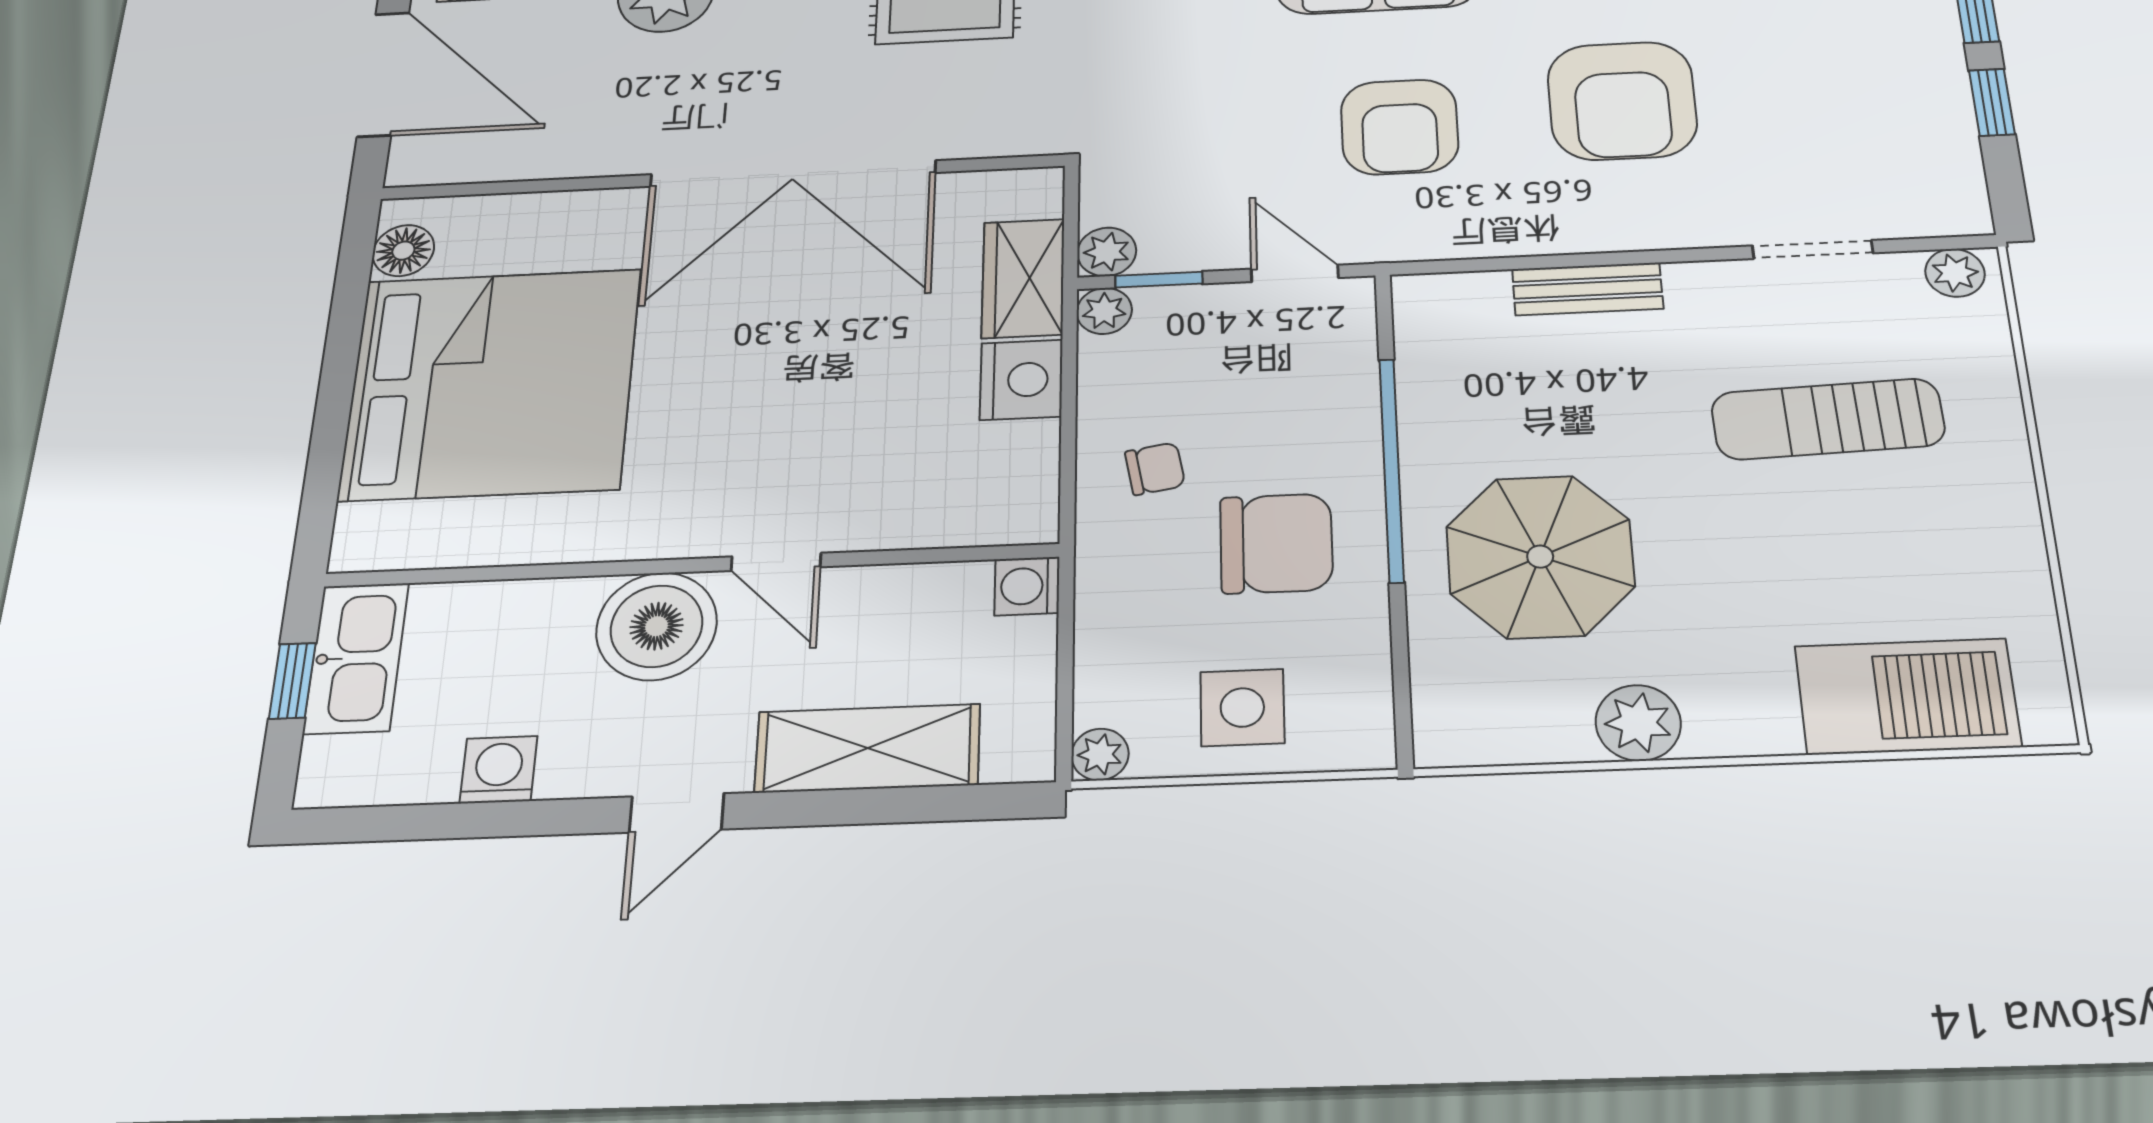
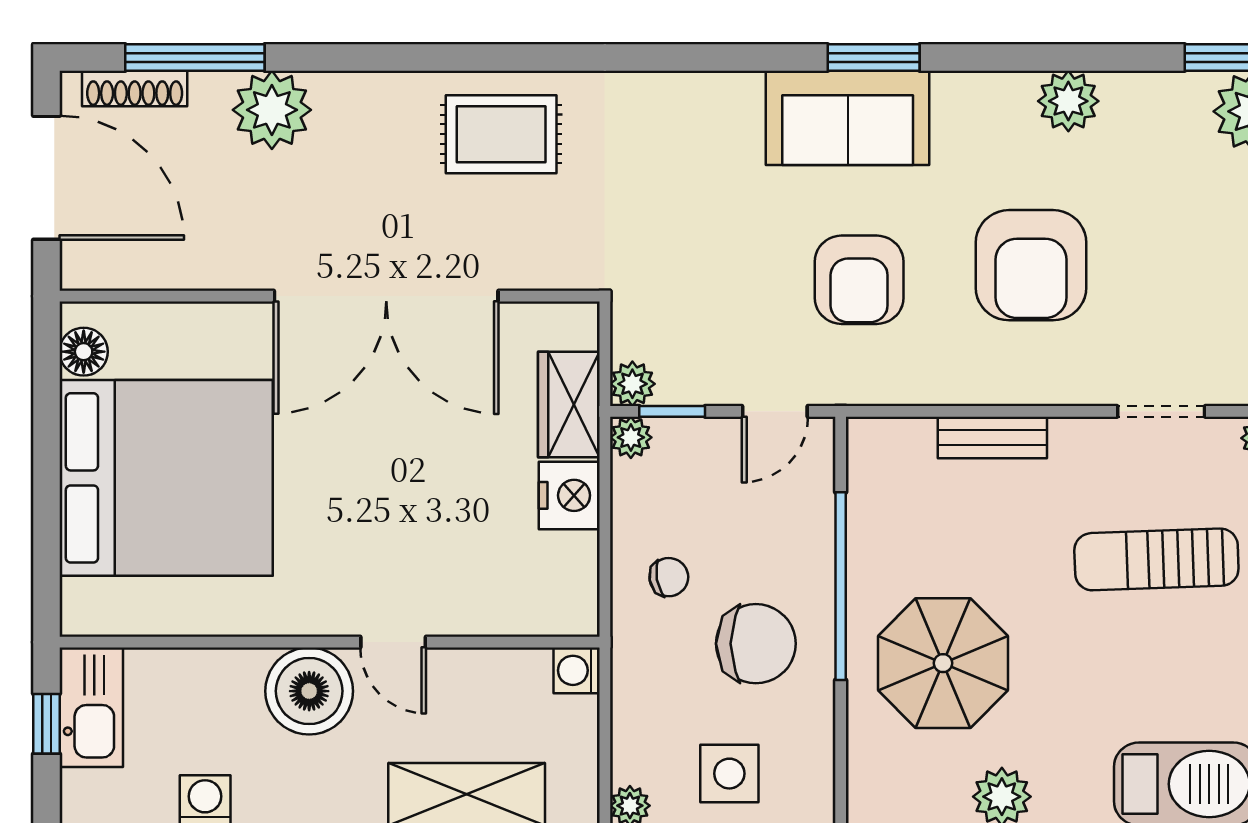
door: (1295, 273) -> (775, 411), swing flipped

